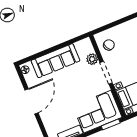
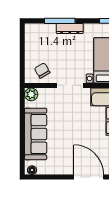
plant: (92, 59) -> (31, 94), moved
door: (31, 101) -> (89, 177), moved

